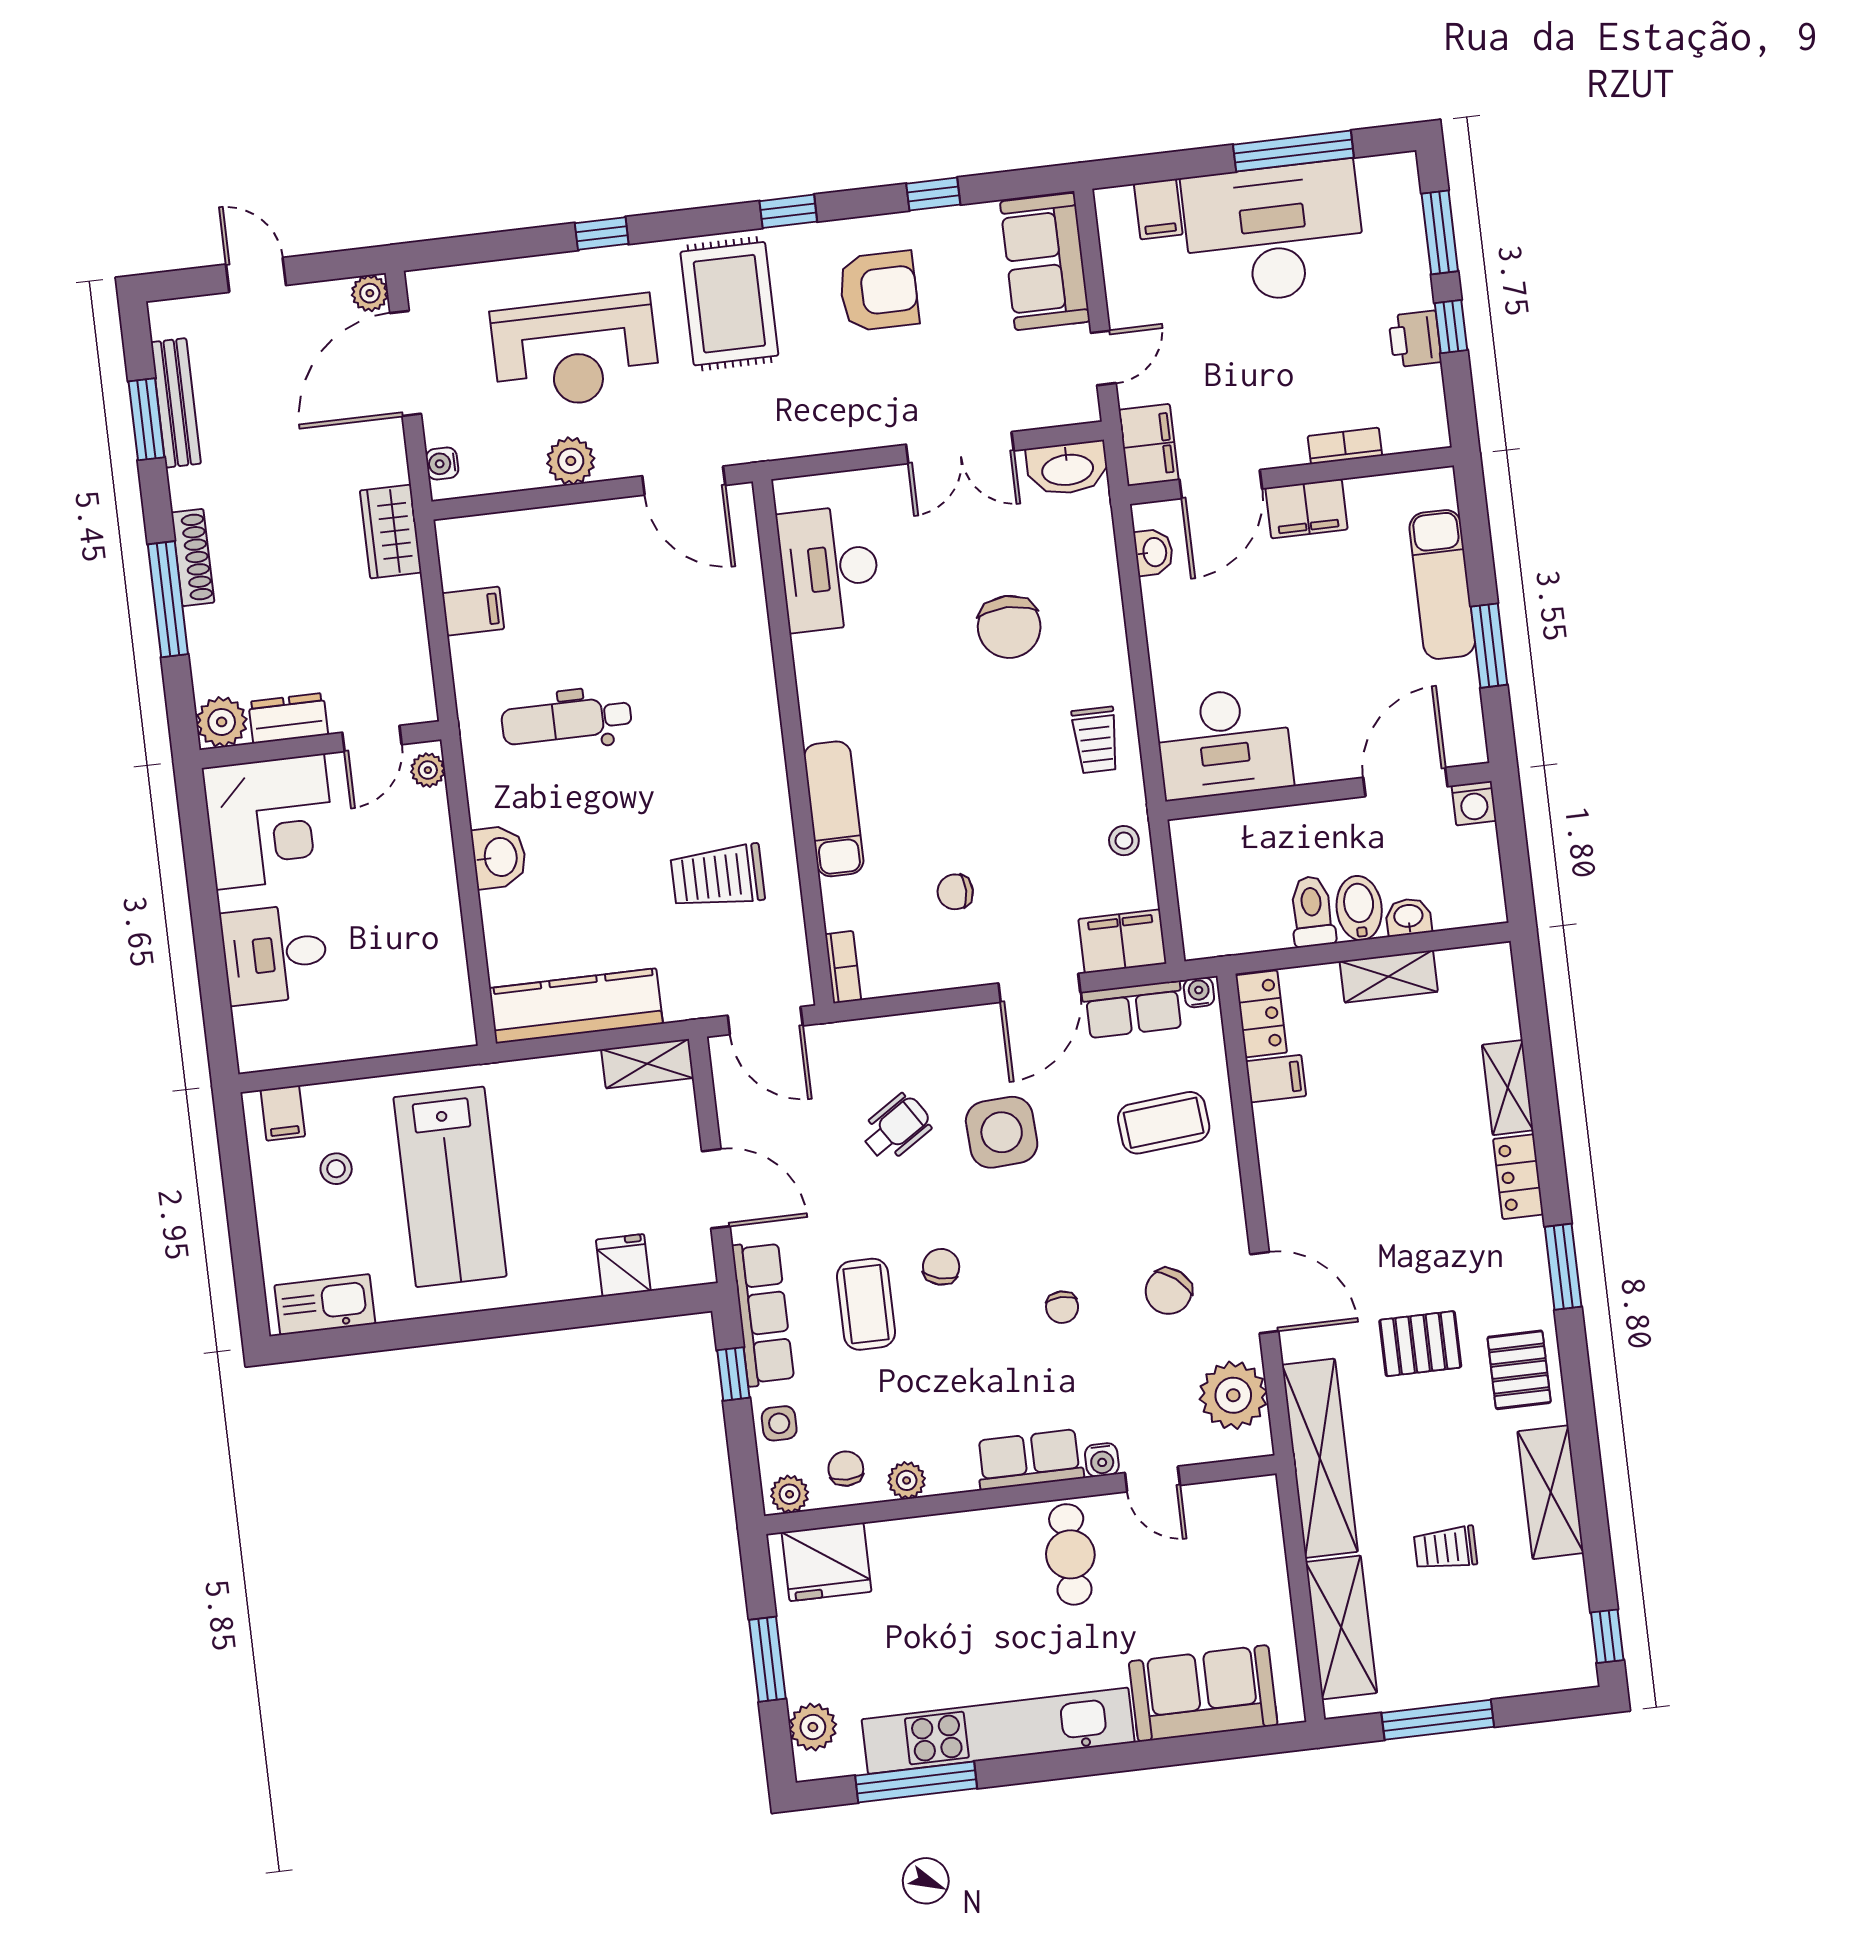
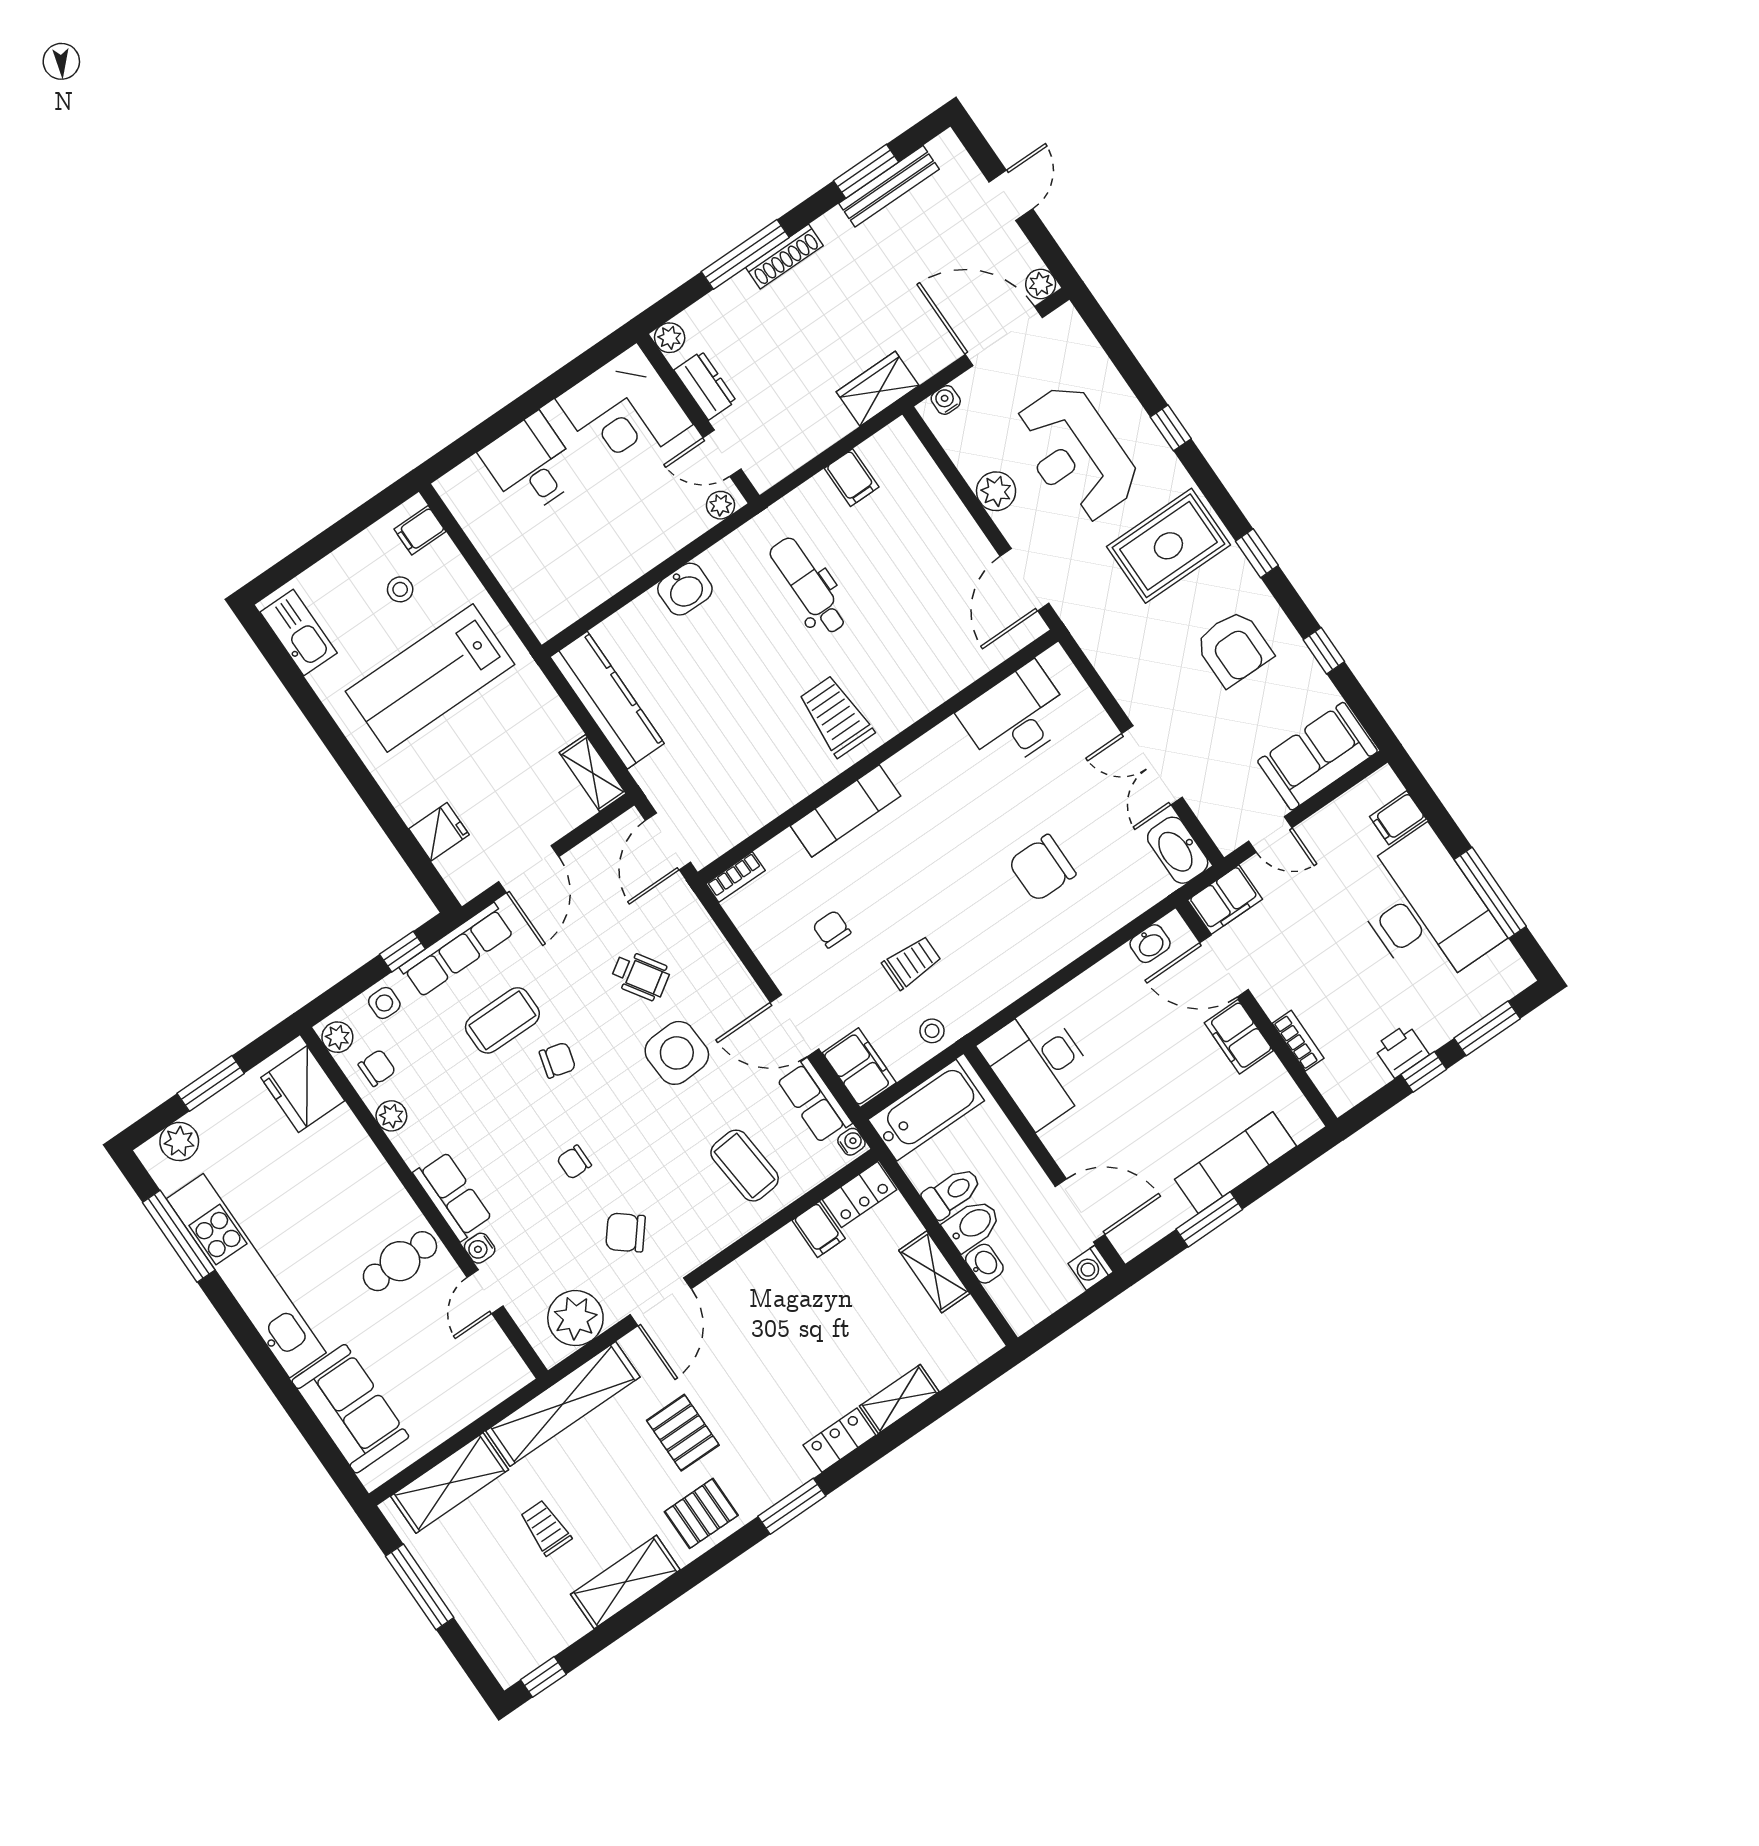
plant: (222, 722) -> (670, 338), width x0.73, depth x0.73
trolley: (1096, 740) -> (912, 963), moved, turned 180
trolley: (718, 876) -> (836, 716), moved
bathtub: (1207, 892) -> (926, 1110), added

